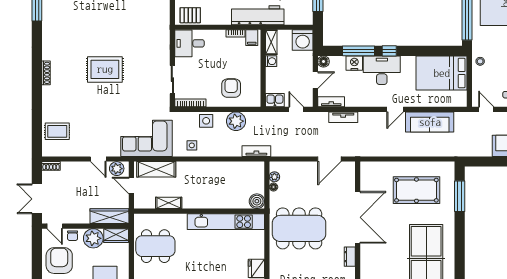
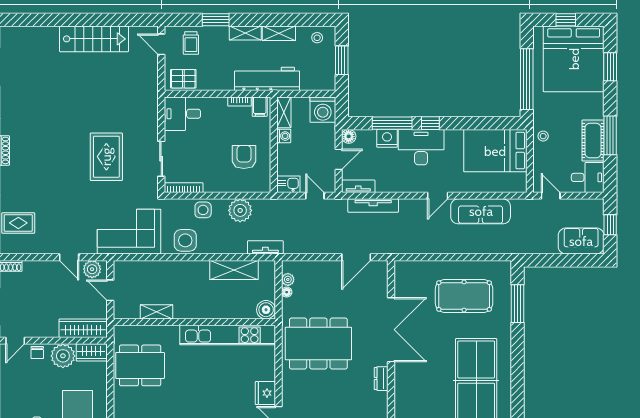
rug: (105, 69) -> (106, 157), moved, turned 90
armchair: (231, 88) -> (244, 157), moved
tv unit: (343, 117) -> (373, 206), width x1.41
side table: (192, 145) -> (185, 240), width x1.87, depth x1.87
shelving: (156, 169) -> (234, 270), moved
door: (55, 226) -> (15, 341), hinge flipped
armchair: (59, 261) -> (21, 383), removed

